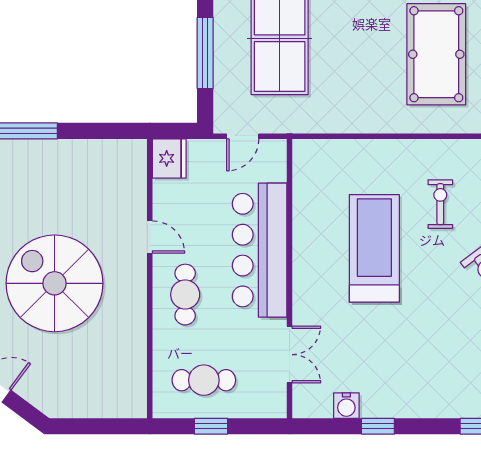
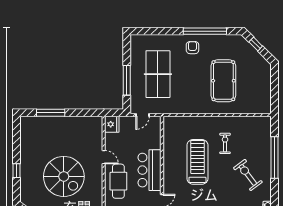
bar counter: (260, 250) -> (150, 170), width x0.73
spiral stairs: (54, 283) -> (64, 176), turned 180
cafe table: (185, 295) -> (118, 181), width x1.37, depth x1.35

